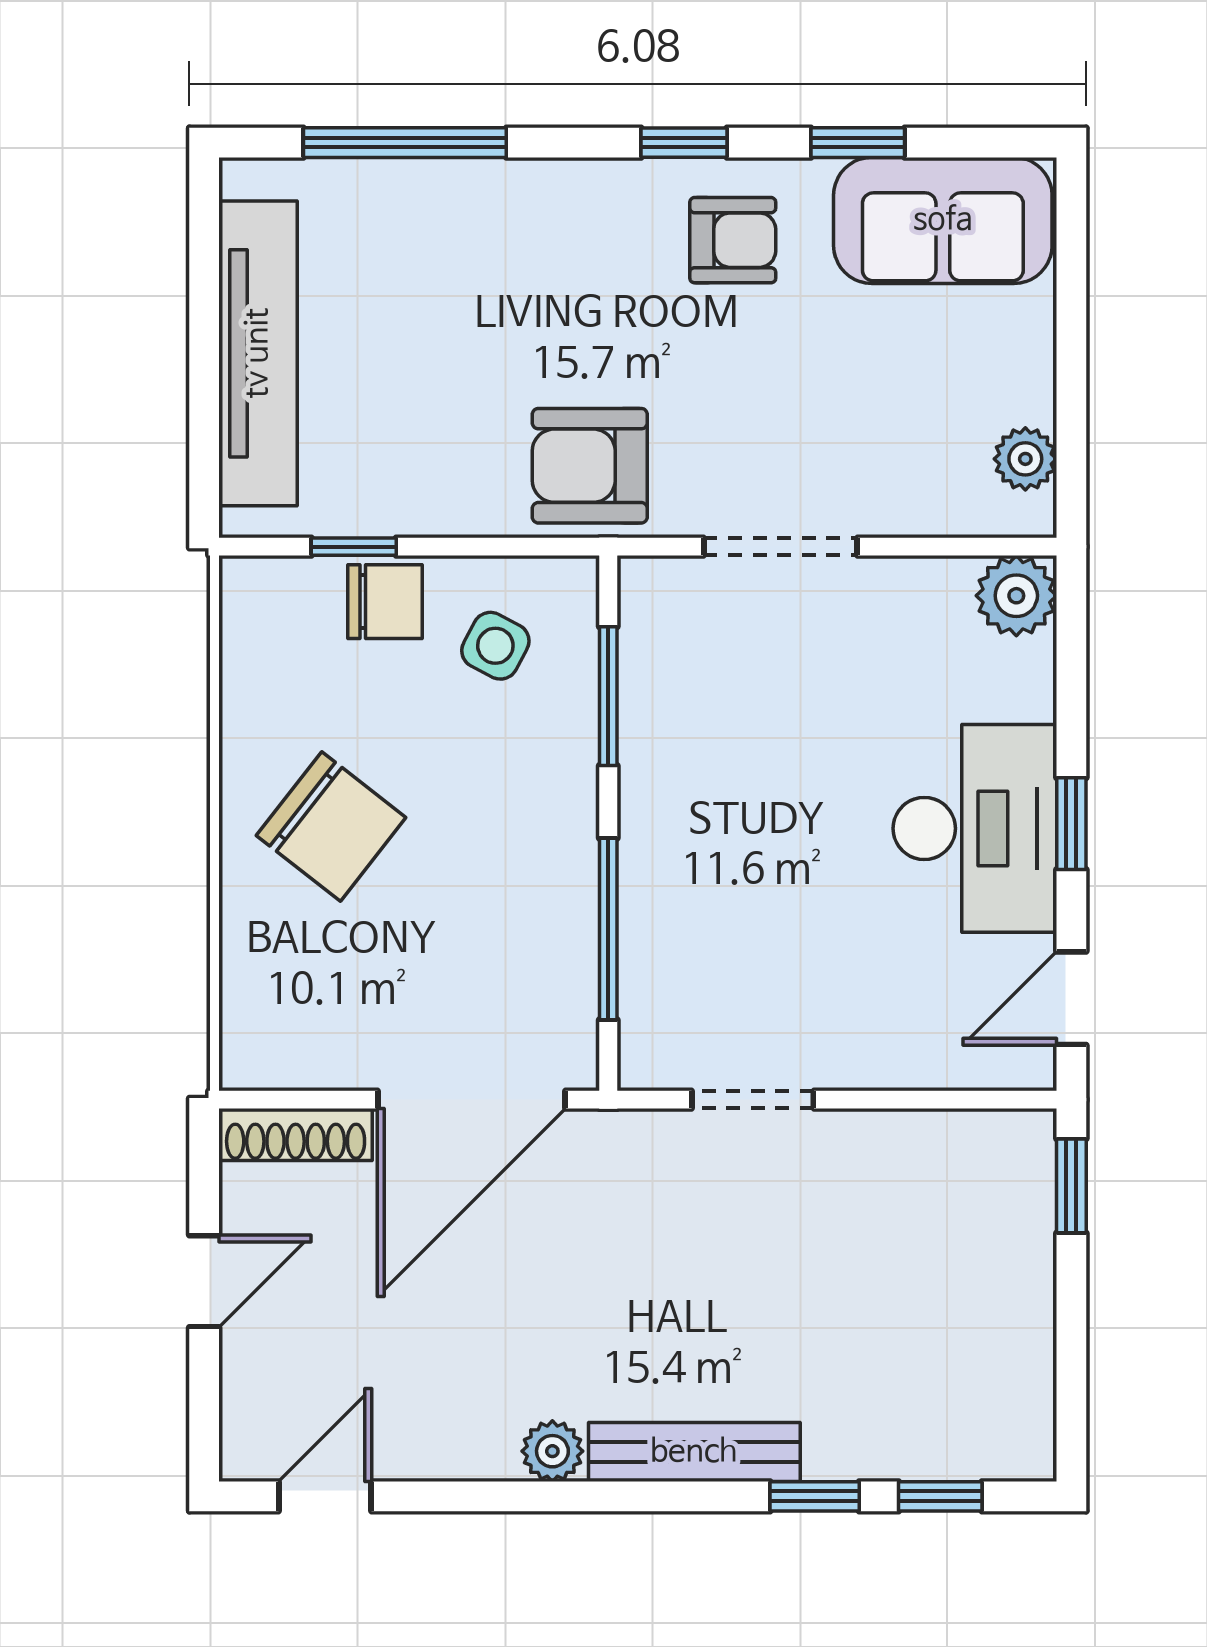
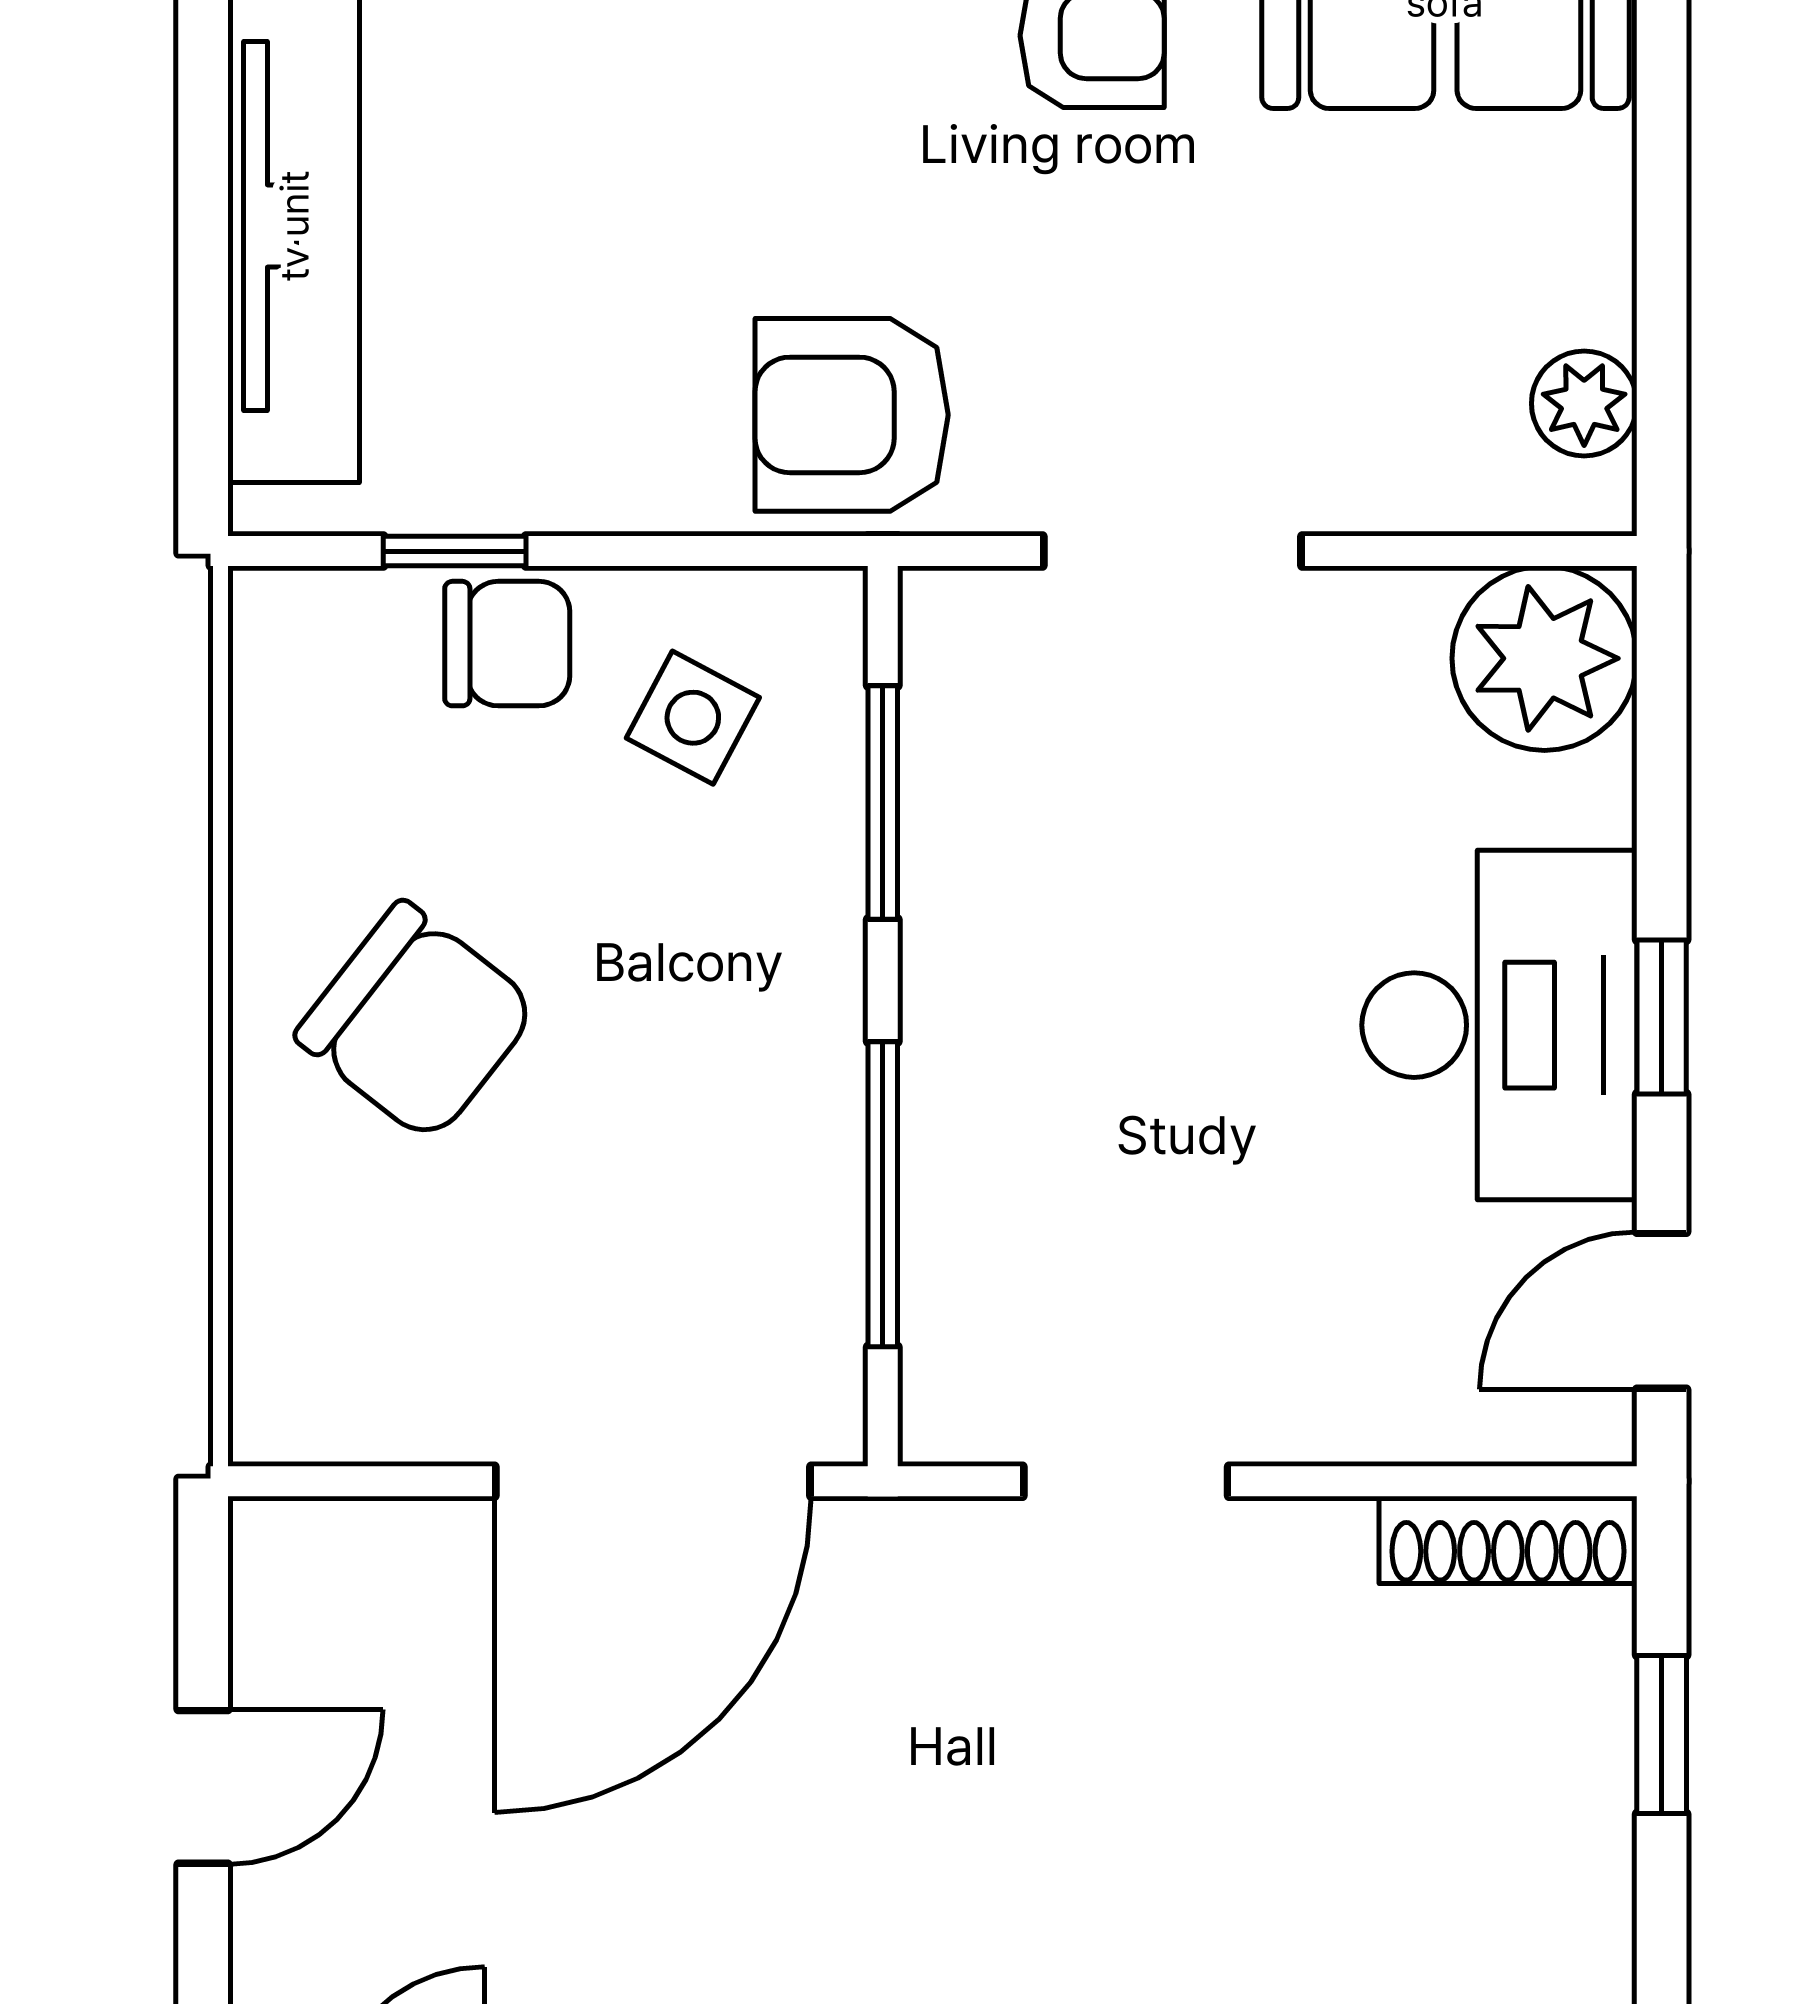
plant: (1016, 596) -> (1544, 658), width x1.36, depth x1.36
shoe rack: (296, 1135) -> (1508, 1540), moved
window: (1071, 1186) -> (1662, 1735), moved

